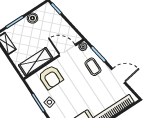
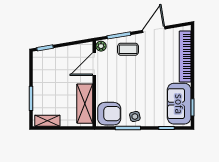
boiler: (32, 18) -> (39, 78), removed
armchair: (51, 77) -> (109, 114), moved

